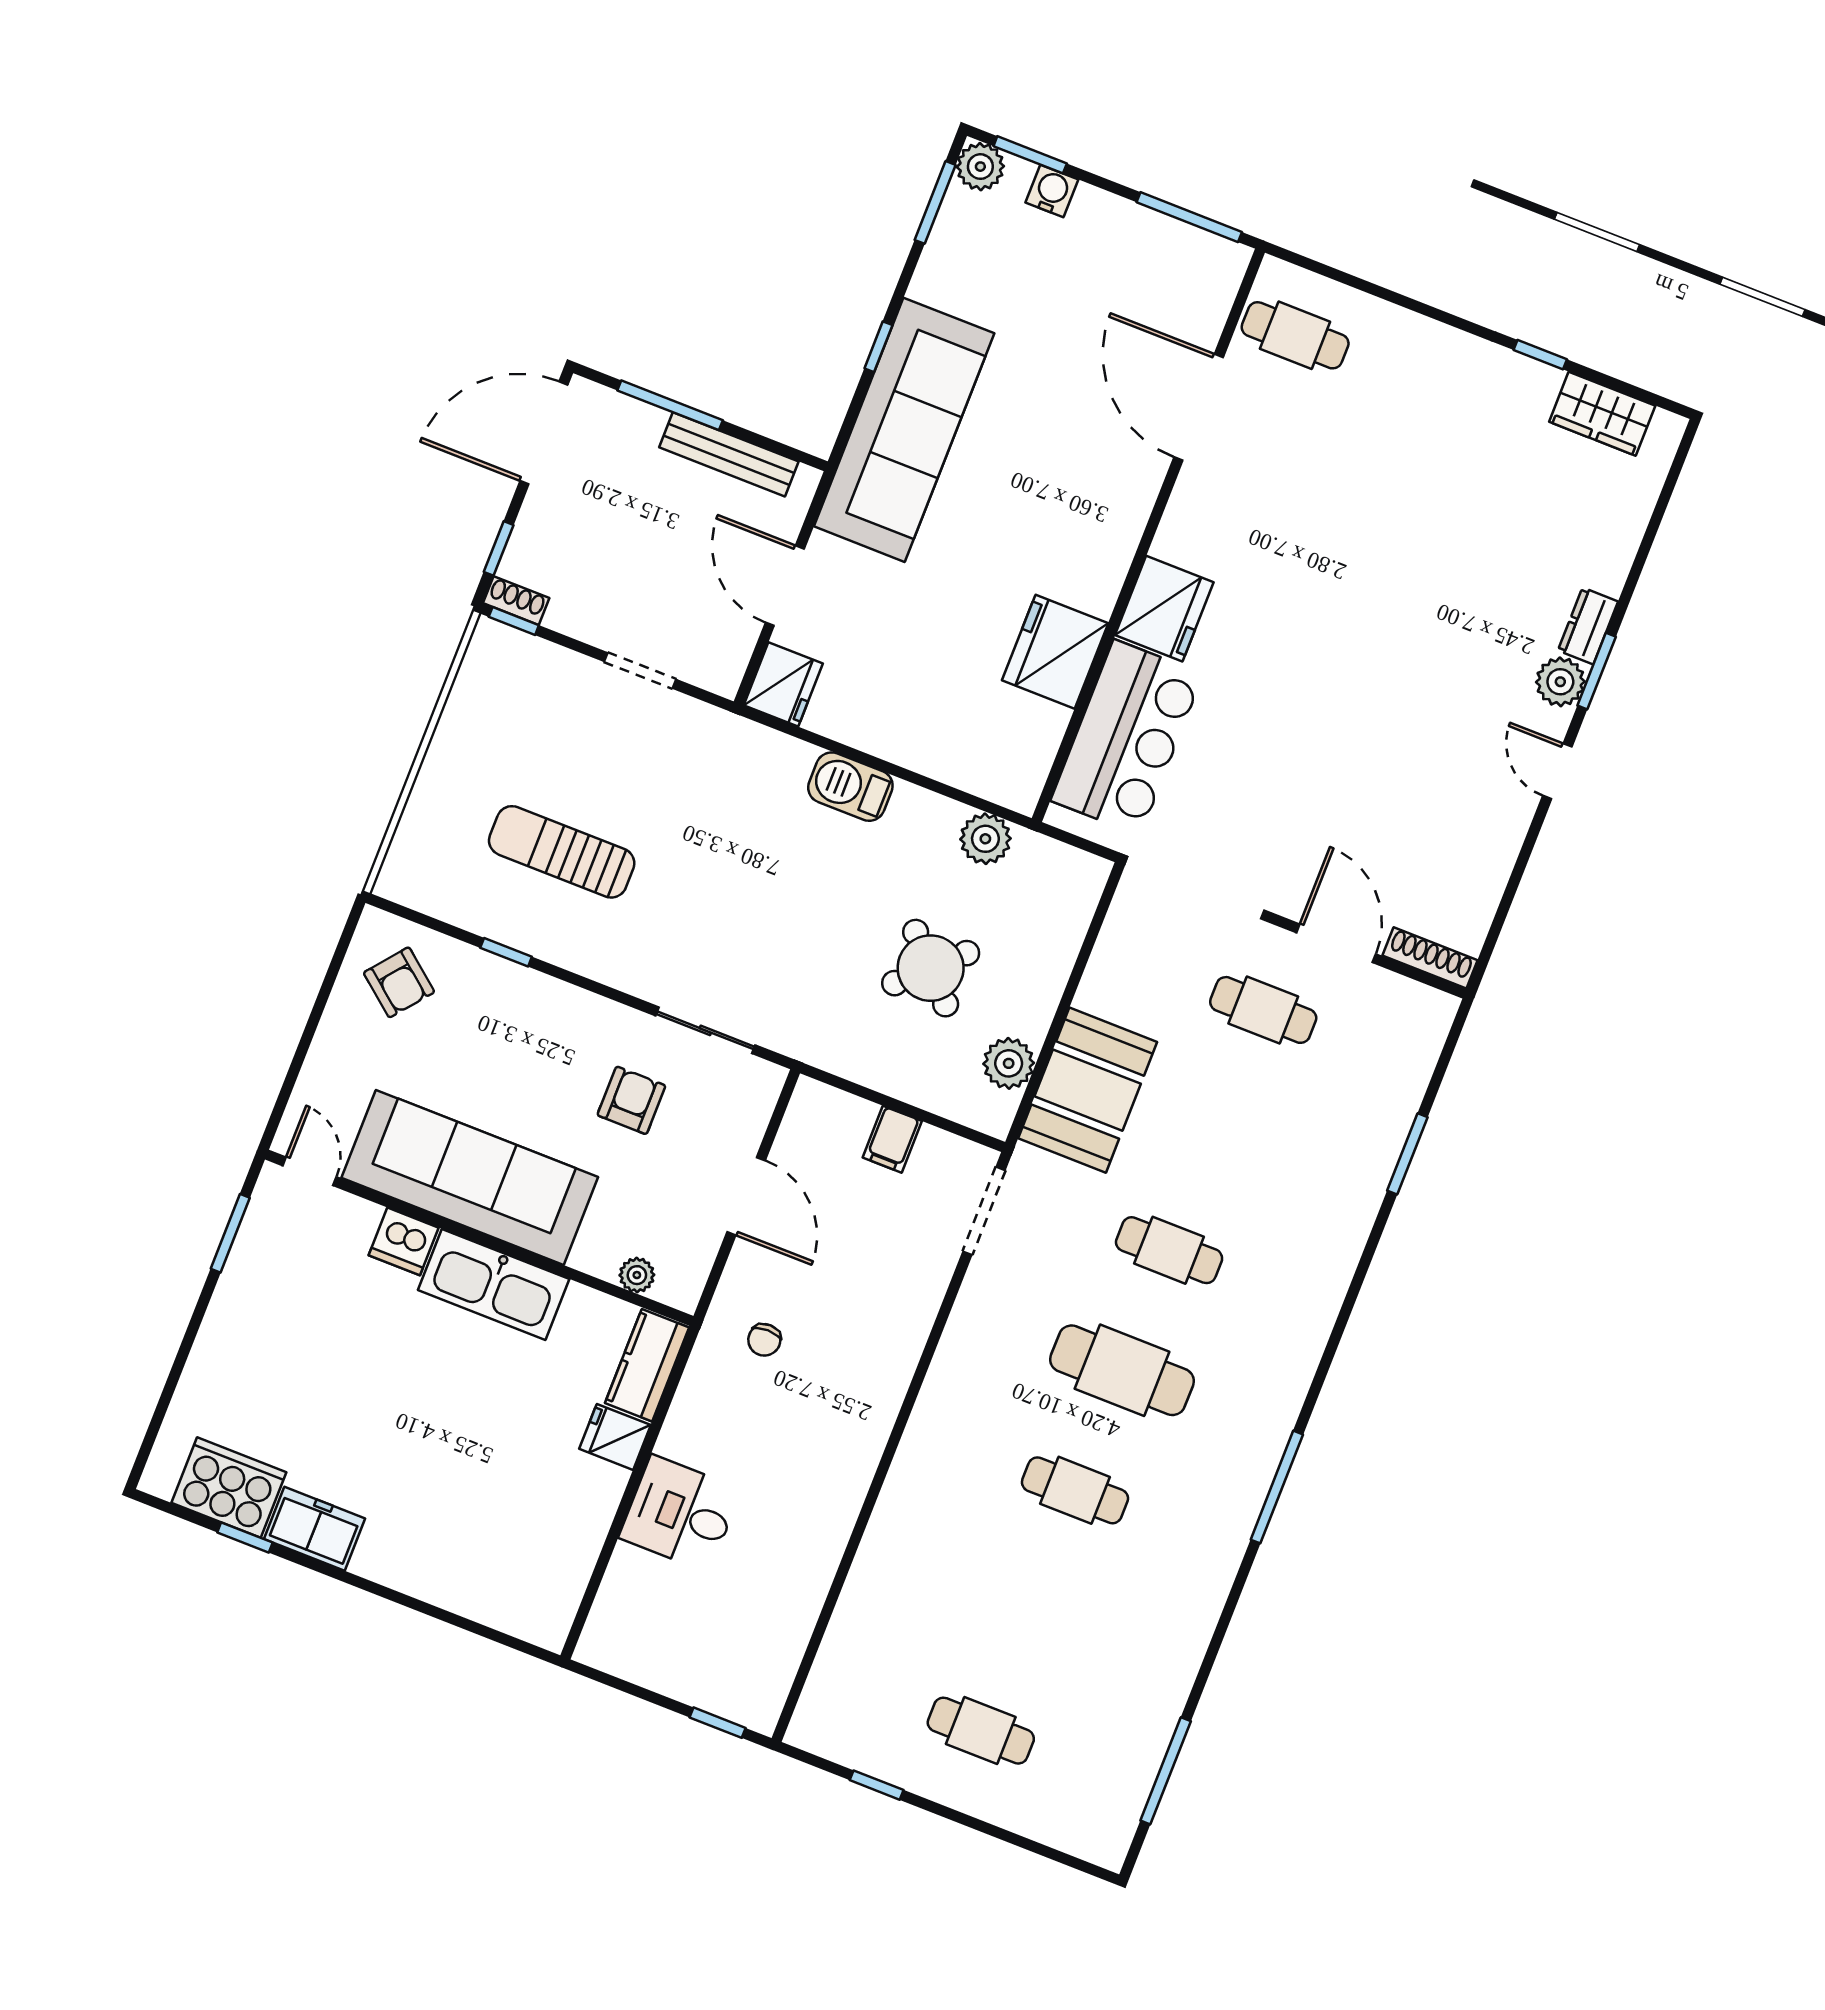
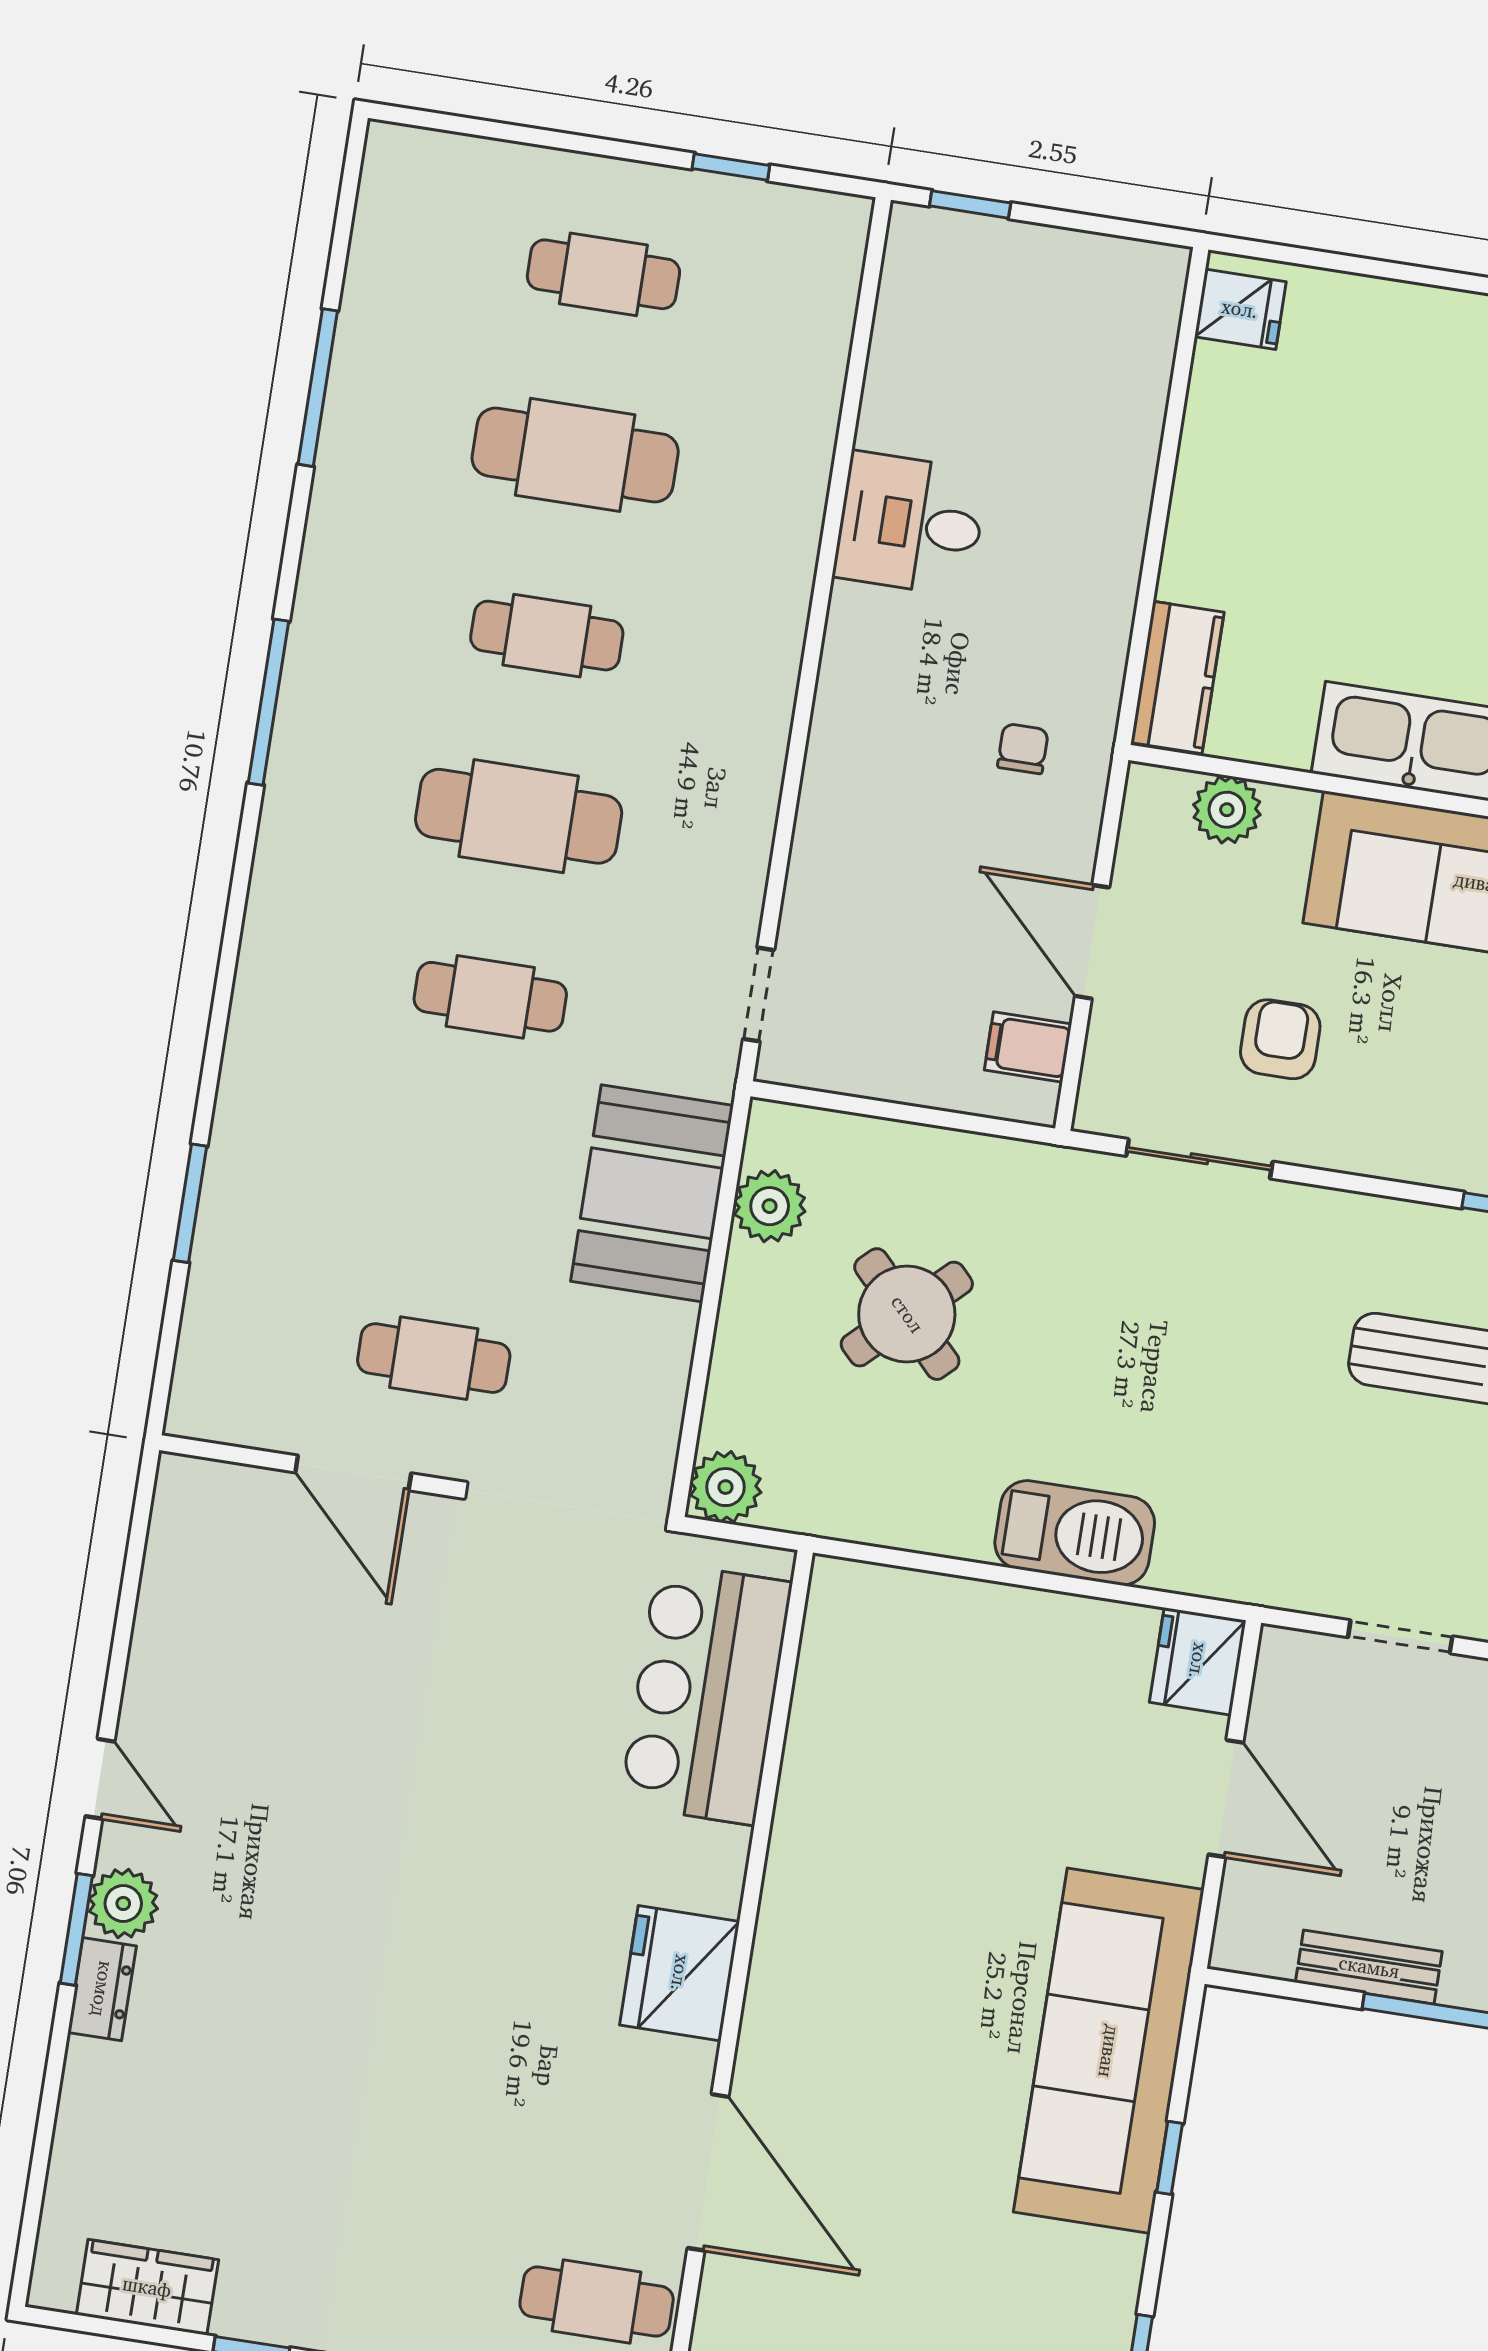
bench: (729, 454) -> (1369, 1967), width x0.73
fridge: (1164, 609) -> (680, 1973), moved
fridge: (1055, 652) -> (832, 1790), removed
barbecue: (850, 787) -> (1075, 1533), width x1.37, depth x1.21
plant: (985, 839) -> (726, 1487), moved
shoe rack: (1430, 958) -> (219, 1481), removed
armchair: (631, 1100) -> (1280, 1039), turned 180
filing cabinet: (892, 1139) -> (1028, 1047), moved, turned -90
doorway: (984, 1211) -> (759, 995), width x0.73
plant: (637, 1275) -> (1227, 810), width x1.38, depth x1.38
fridge: (615, 1437) -> (1240, 309), moved
desk: (680, 1514) -> (910, 524), moved, turned 180
cafe table: (1028, 1610) -> (575, 455), added
window: (1166, 1771) -> (318, 388), moved

